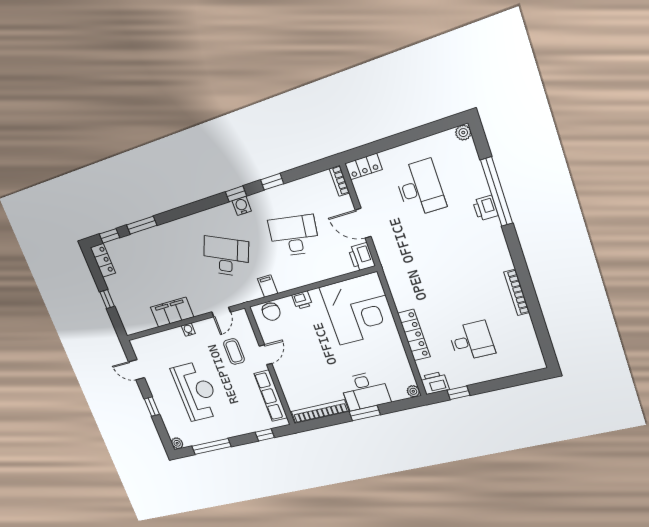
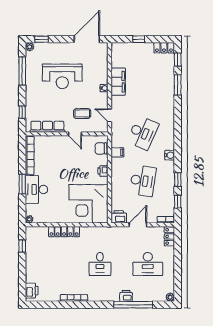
window: (236, 194) -> (178, 202), moved
desk: (472, 341) -> (100, 264), moved
door: (137, 370) -> (87, 39), width x1.87
printer: (435, 383) -> (32, 291), moved
window: (152, 407) -> (41, 39), moved

